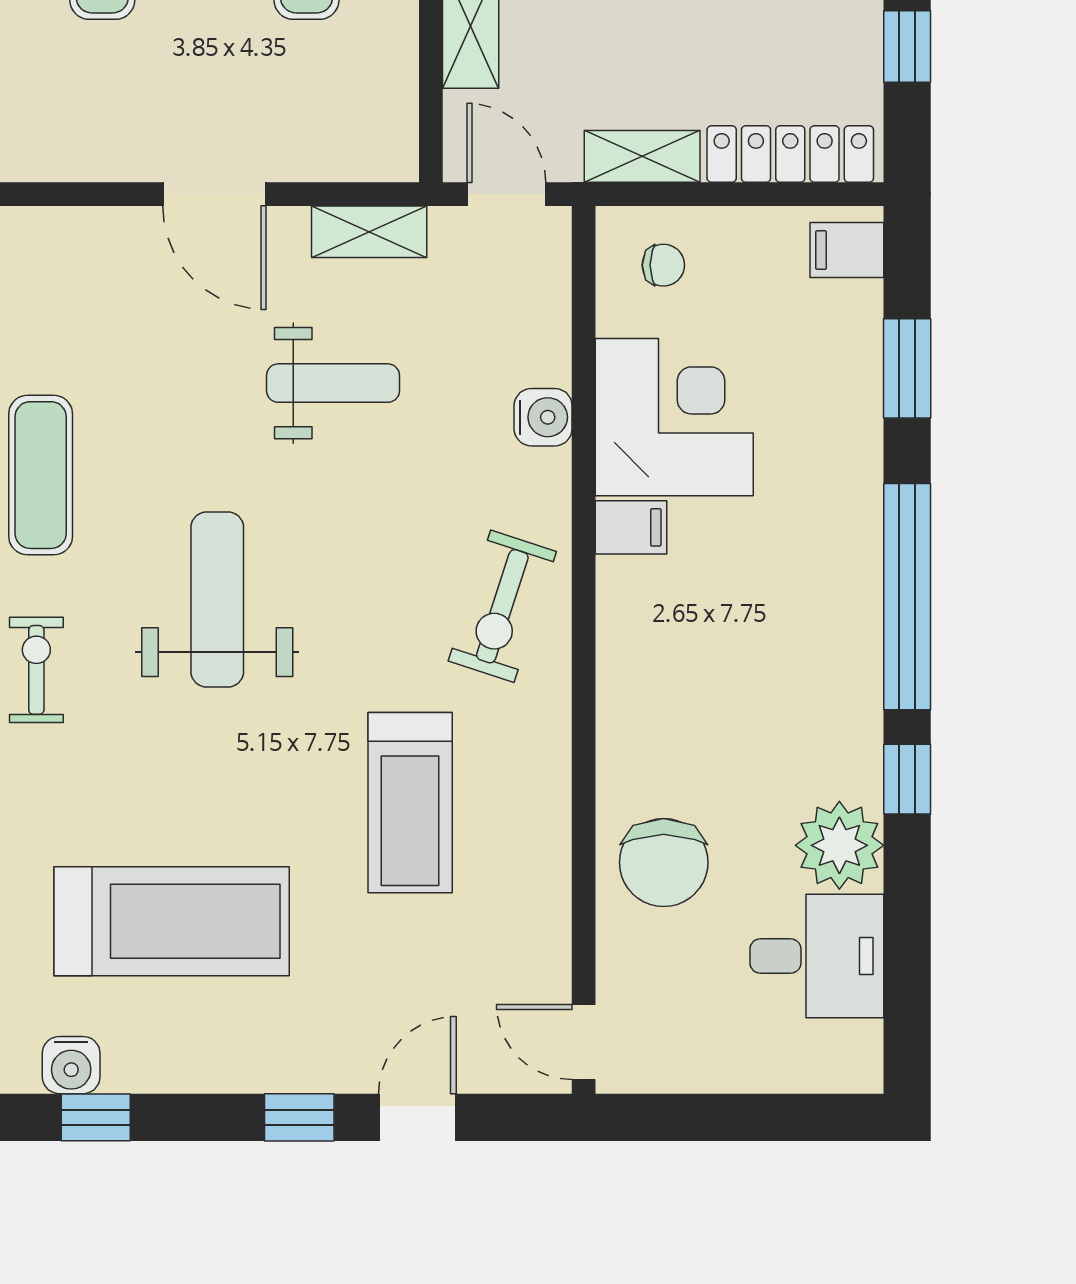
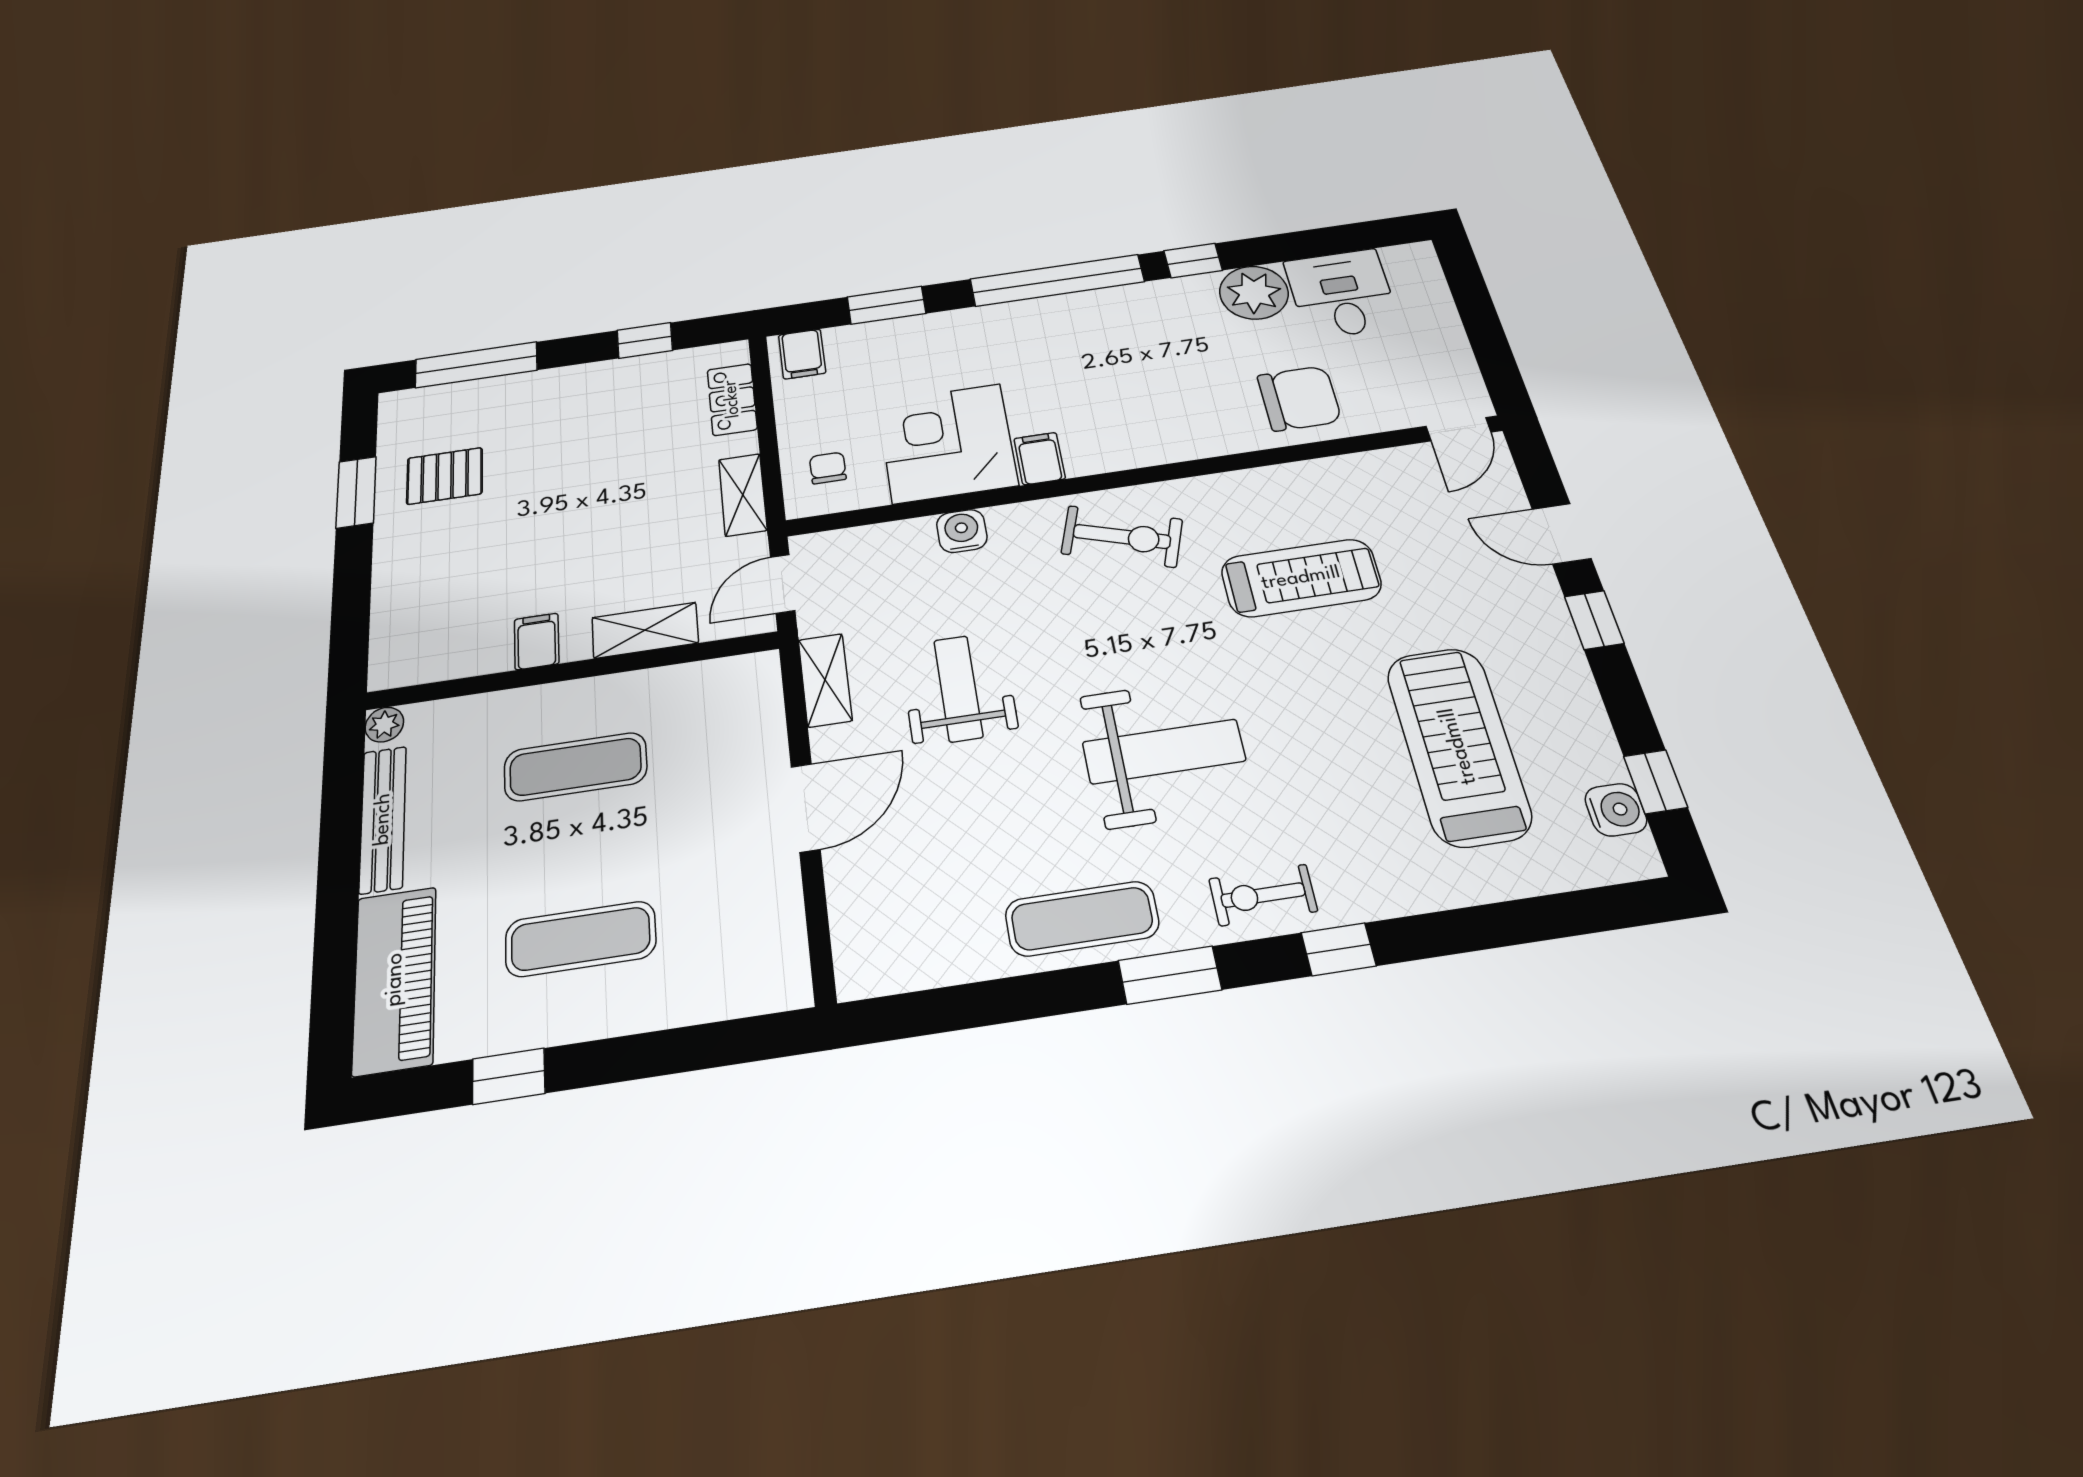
locker: (790, 154) -> (732, 399), width x0.66
weight bench: (217, 599) -> (1164, 751), turned 180

